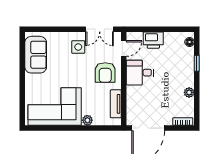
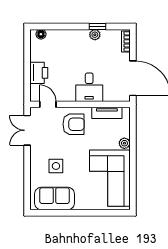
double door: (100, 29) -> (27, 130), swing flipped
side table: (78, 47) -> (56, 166), moved
window: (197, 63) -> (98, 27), moved
desk: (140, 73) -> (89, 87), moved

